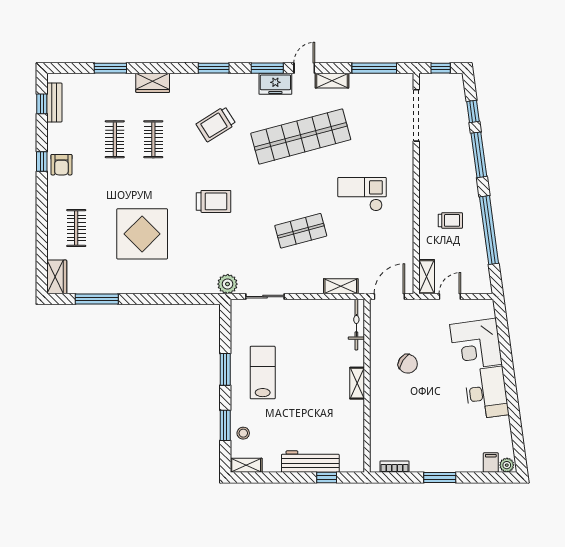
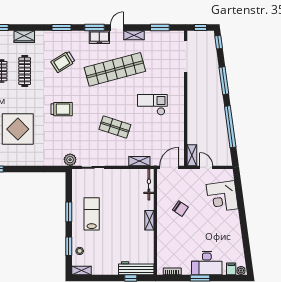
window: (374, 68) -> (160, 28), width x0.69
window: (473, 111) -> (219, 42), moved
clothes rail: (153, 139) -> (25, 71), width x1.36
trolley: (450, 220) -> (206, 121), removed
shop shelf: (301, 231) -> (115, 127), turned 33
door: (450, 297) -> (206, 167), hinge flipped
desk: (486, 393) -> (207, 263), moved, turned 98
workbench: (310, 462) -> (136, 268), moved

